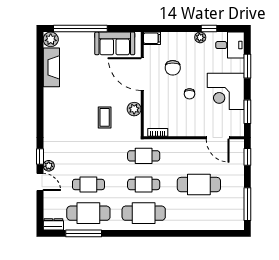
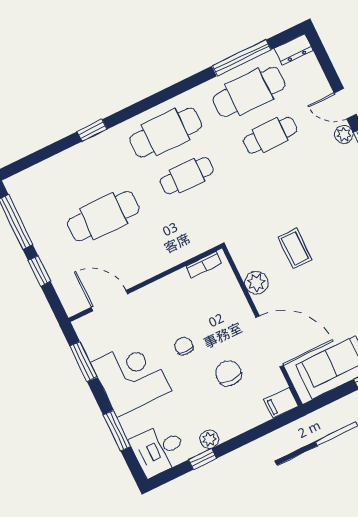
cafe table: (144, 156) -> (208, 219), removed
window: (247, 157) -> (39, 271), moved
window: (183, 233) -> (92, 130), added

